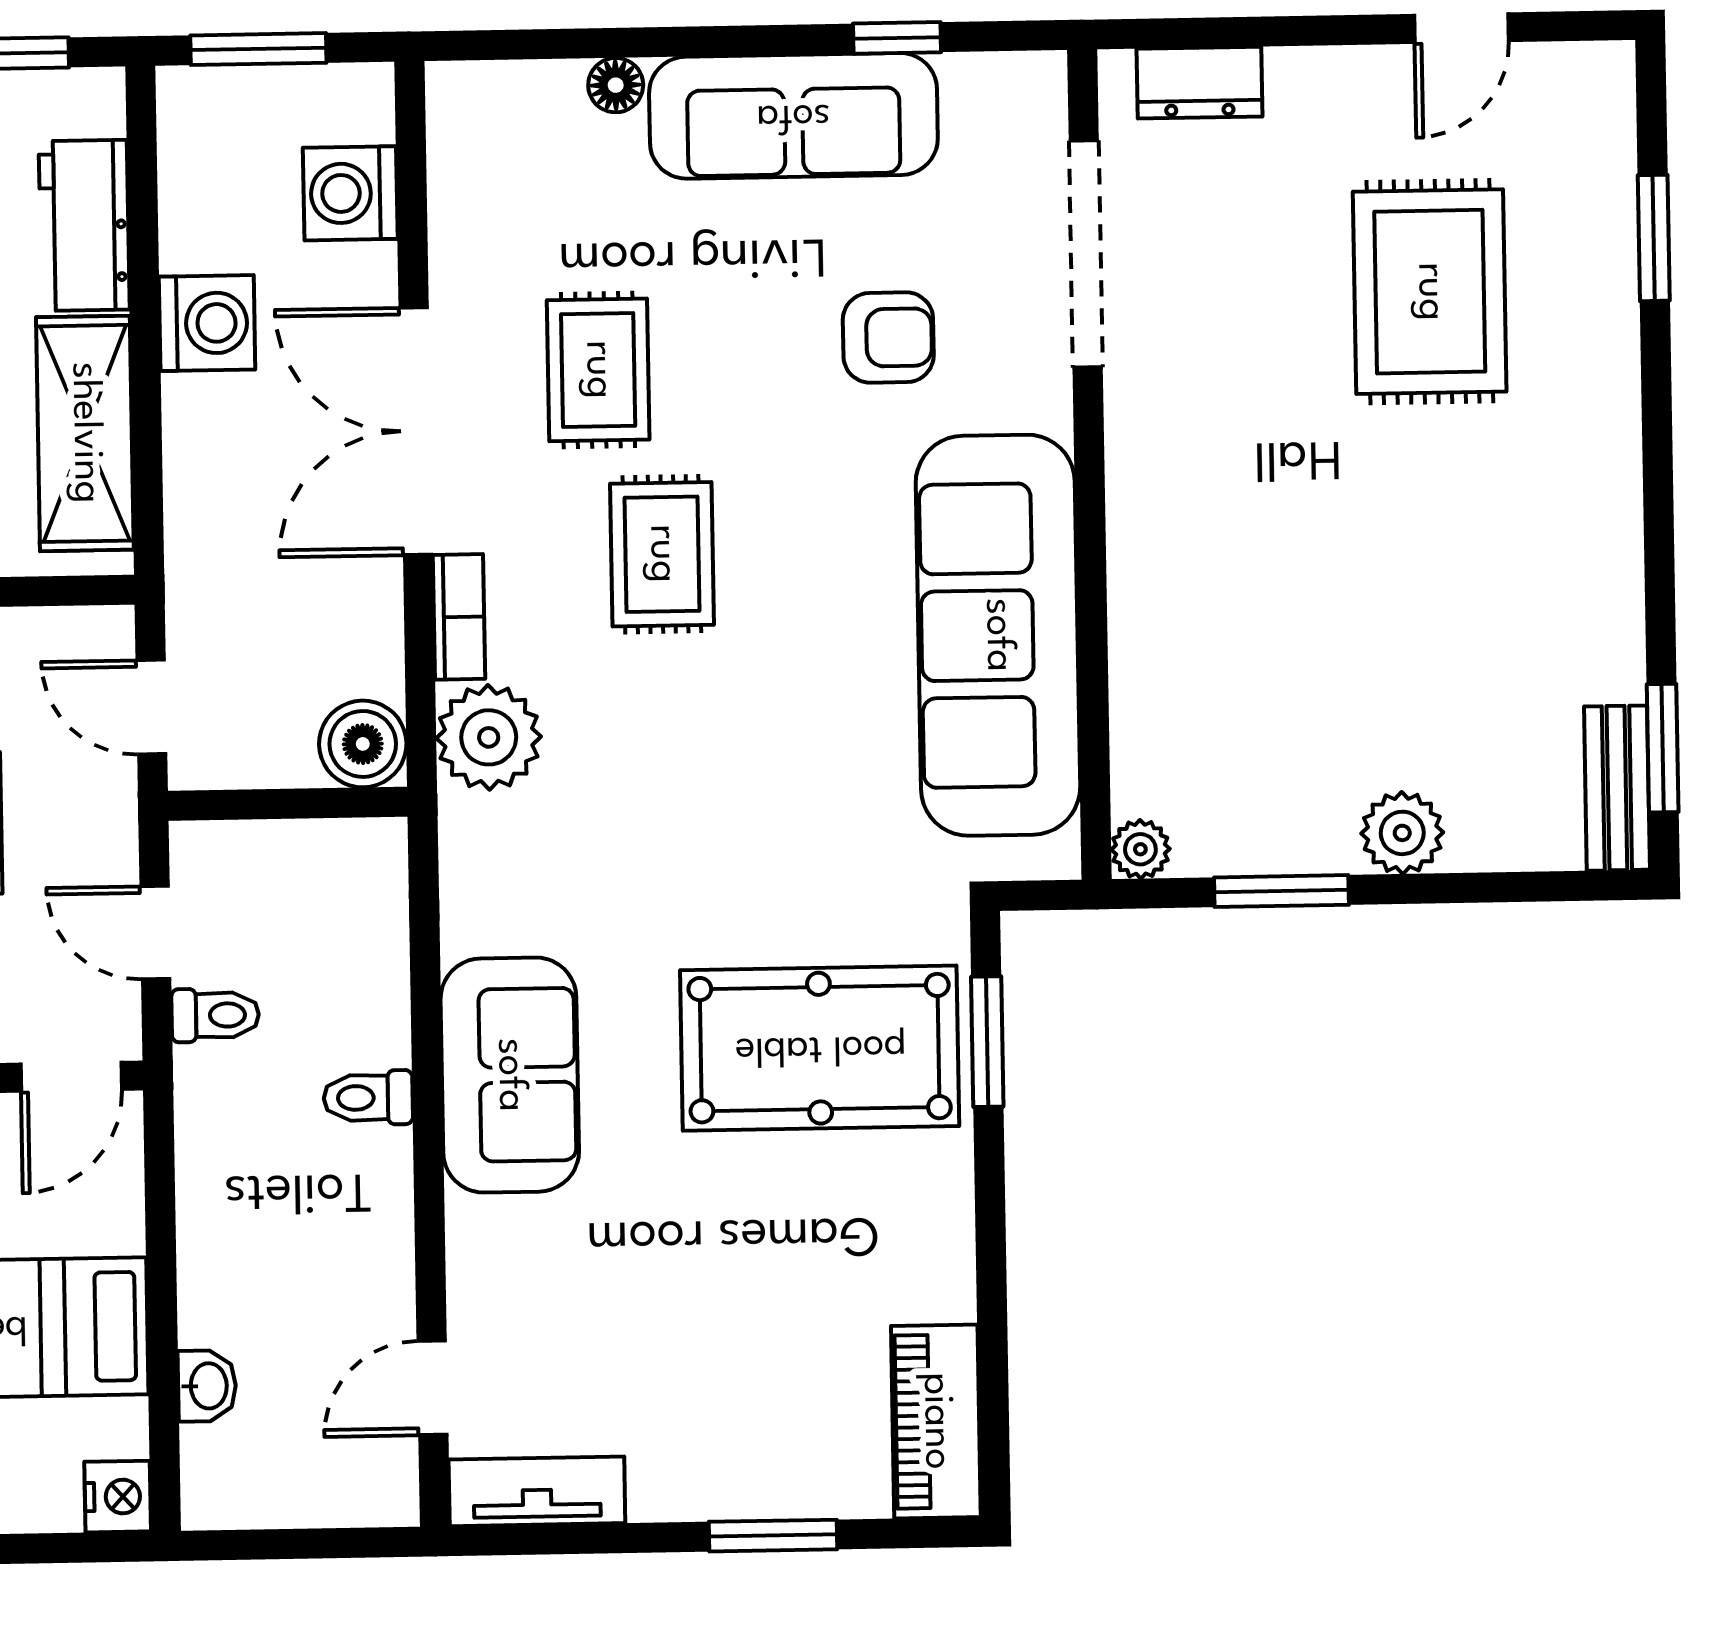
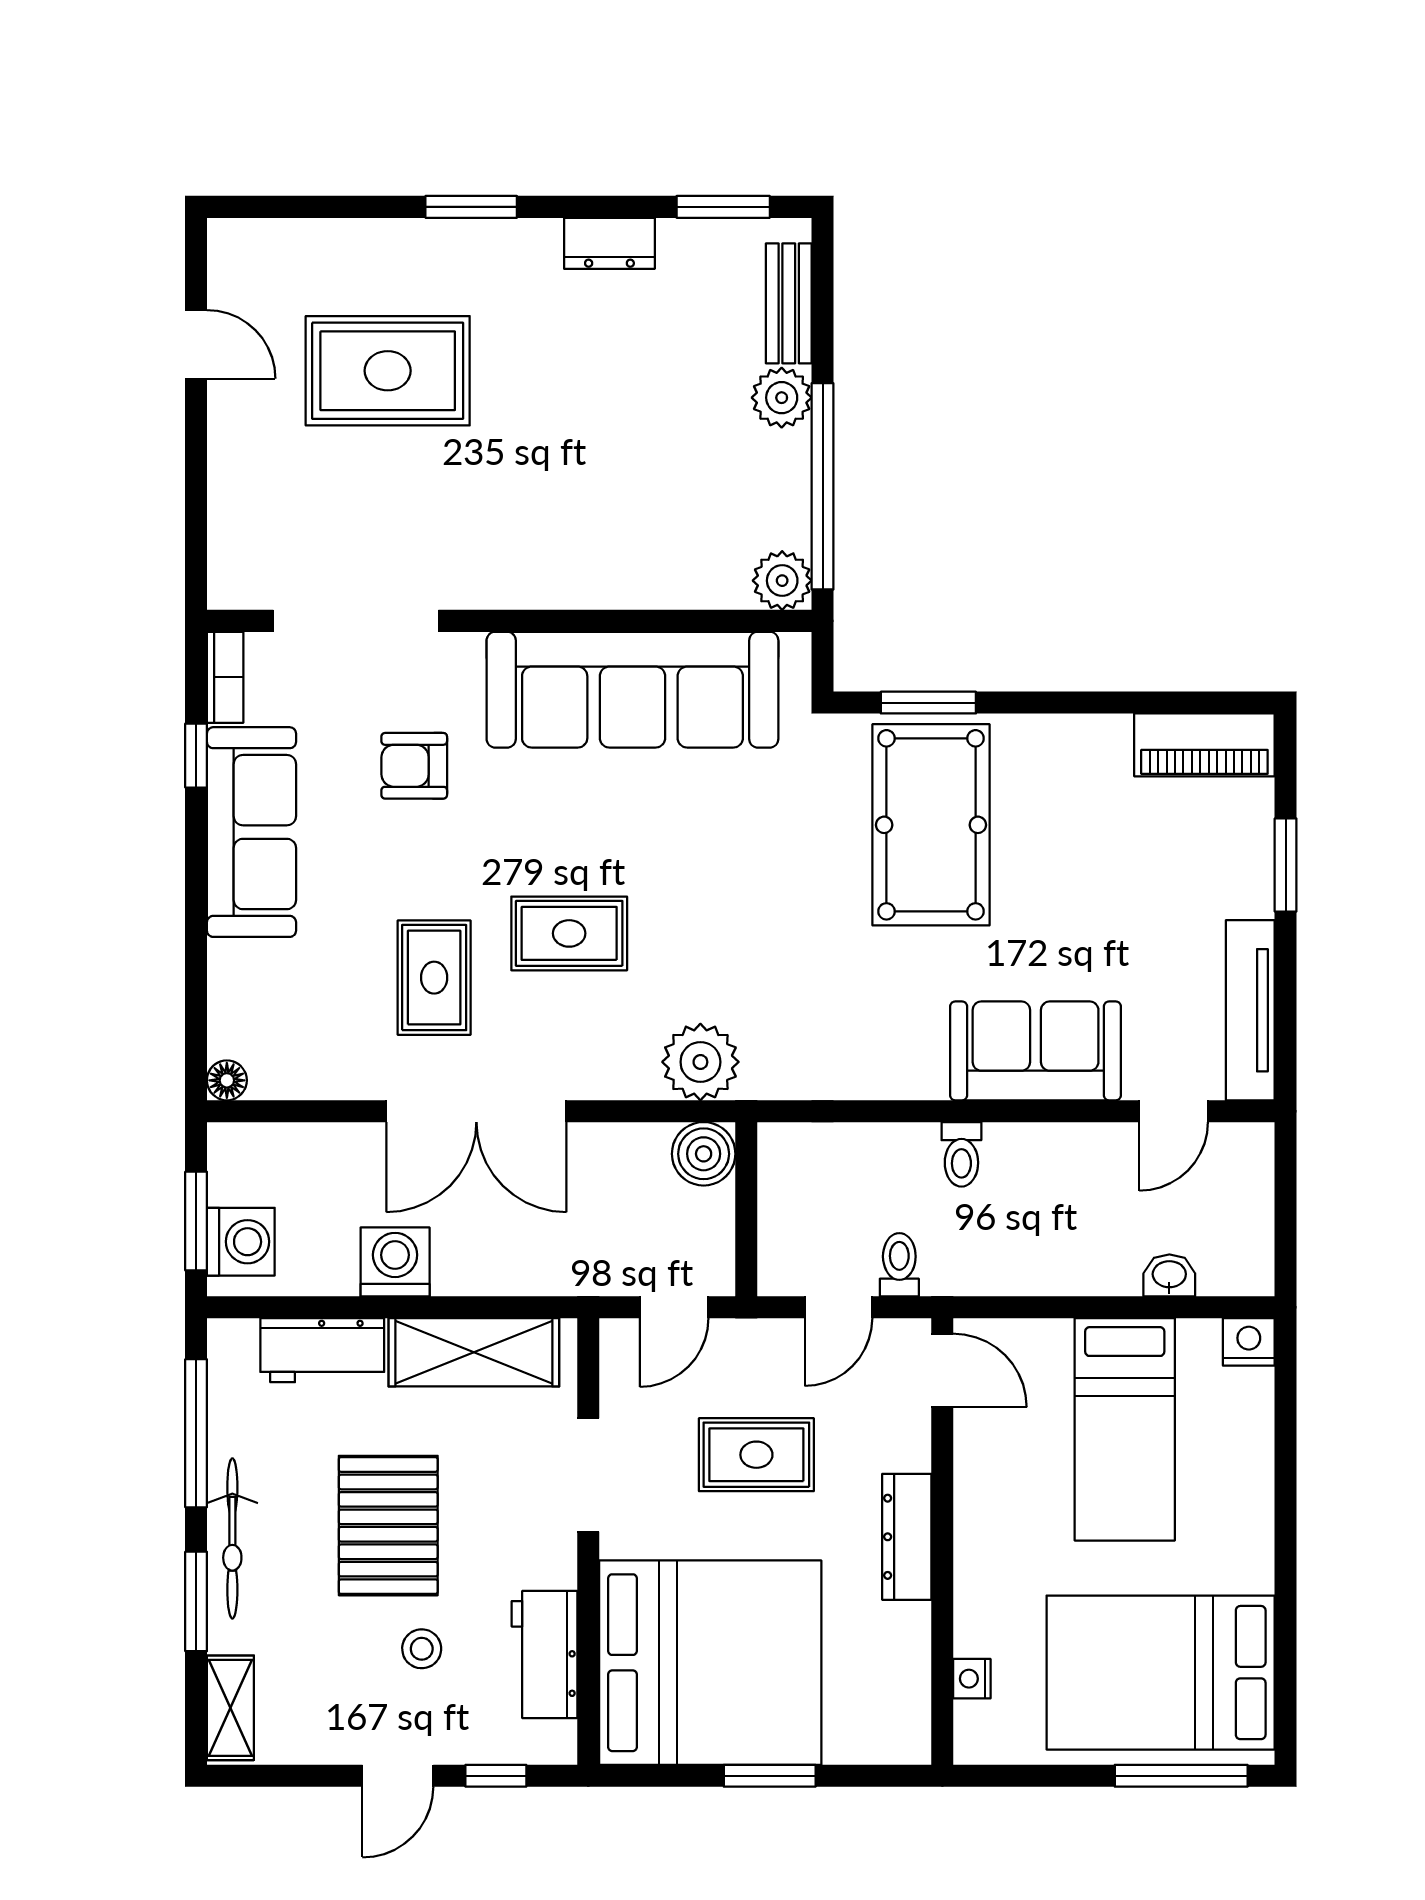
dresser: (1199, 83) -> (609, 243), moved, turned 90
floor lamp: (616, 85) -> (227, 1080), moved
washing machine: (350, 193) -> (241, 1242), moved, turned -90
window: (1654, 238) -> (471, 207), moved
armchair: (888, 338) -> (414, 766), turned -90
rug: (598, 370) -> (434, 978), turned 90
bookcase: (459, 617) -> (225, 677), moved, turned 90
bench: (1617, 788) -> (789, 303), moved, turned 90
plant: (1140, 849) -> (782, 581), width x1.38, depth x1.38
window: (1281, 891) -> (823, 486), width x2.11
sofa: (510, 1075) -> (1036, 1051), moved
door: (433, 1388) -> (1174, 1111), hinge flipped
tv unit: (537, 1491) -> (1250, 1010), width x1.41

